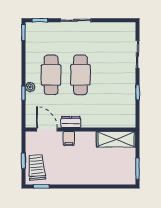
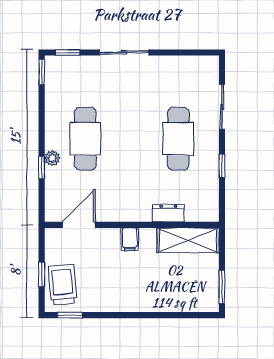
cafe table: (80, 75) -> (178, 139), moved
dresser: (71, 122) -> (168, 213), moved
door: (47, 129) -> (79, 225), hinge flipped
filing cabinet: (69, 139) -> (130, 239), moved

